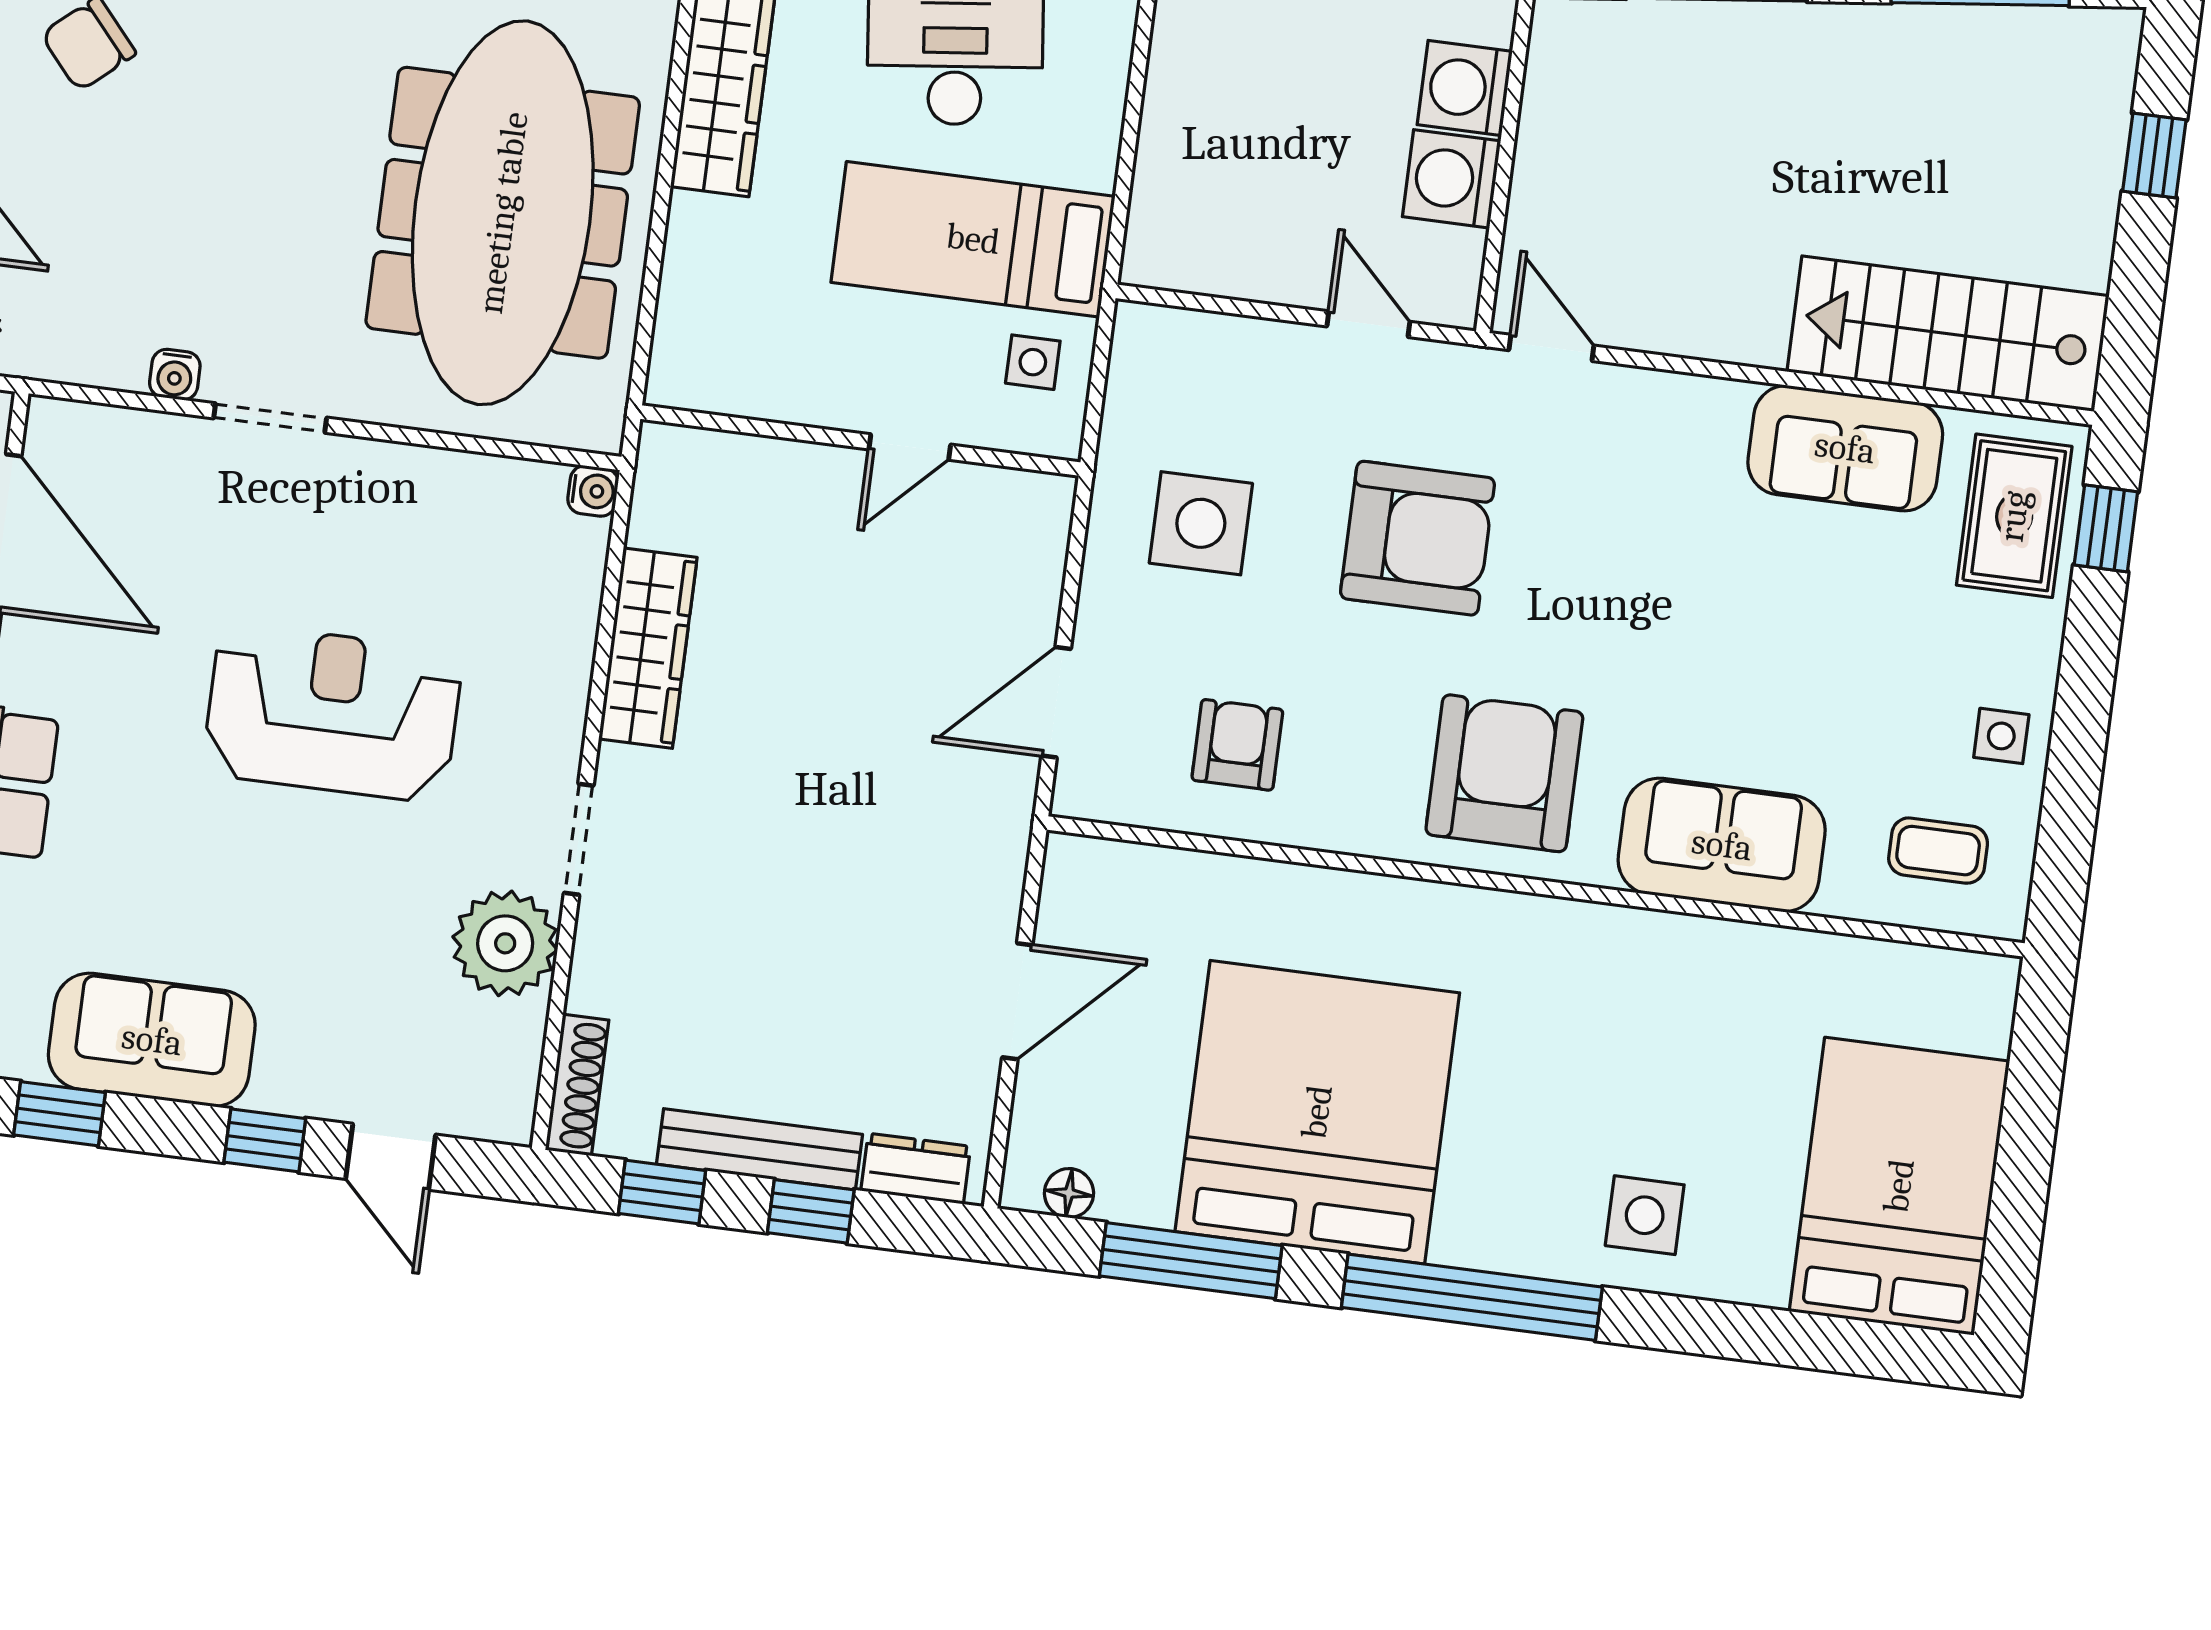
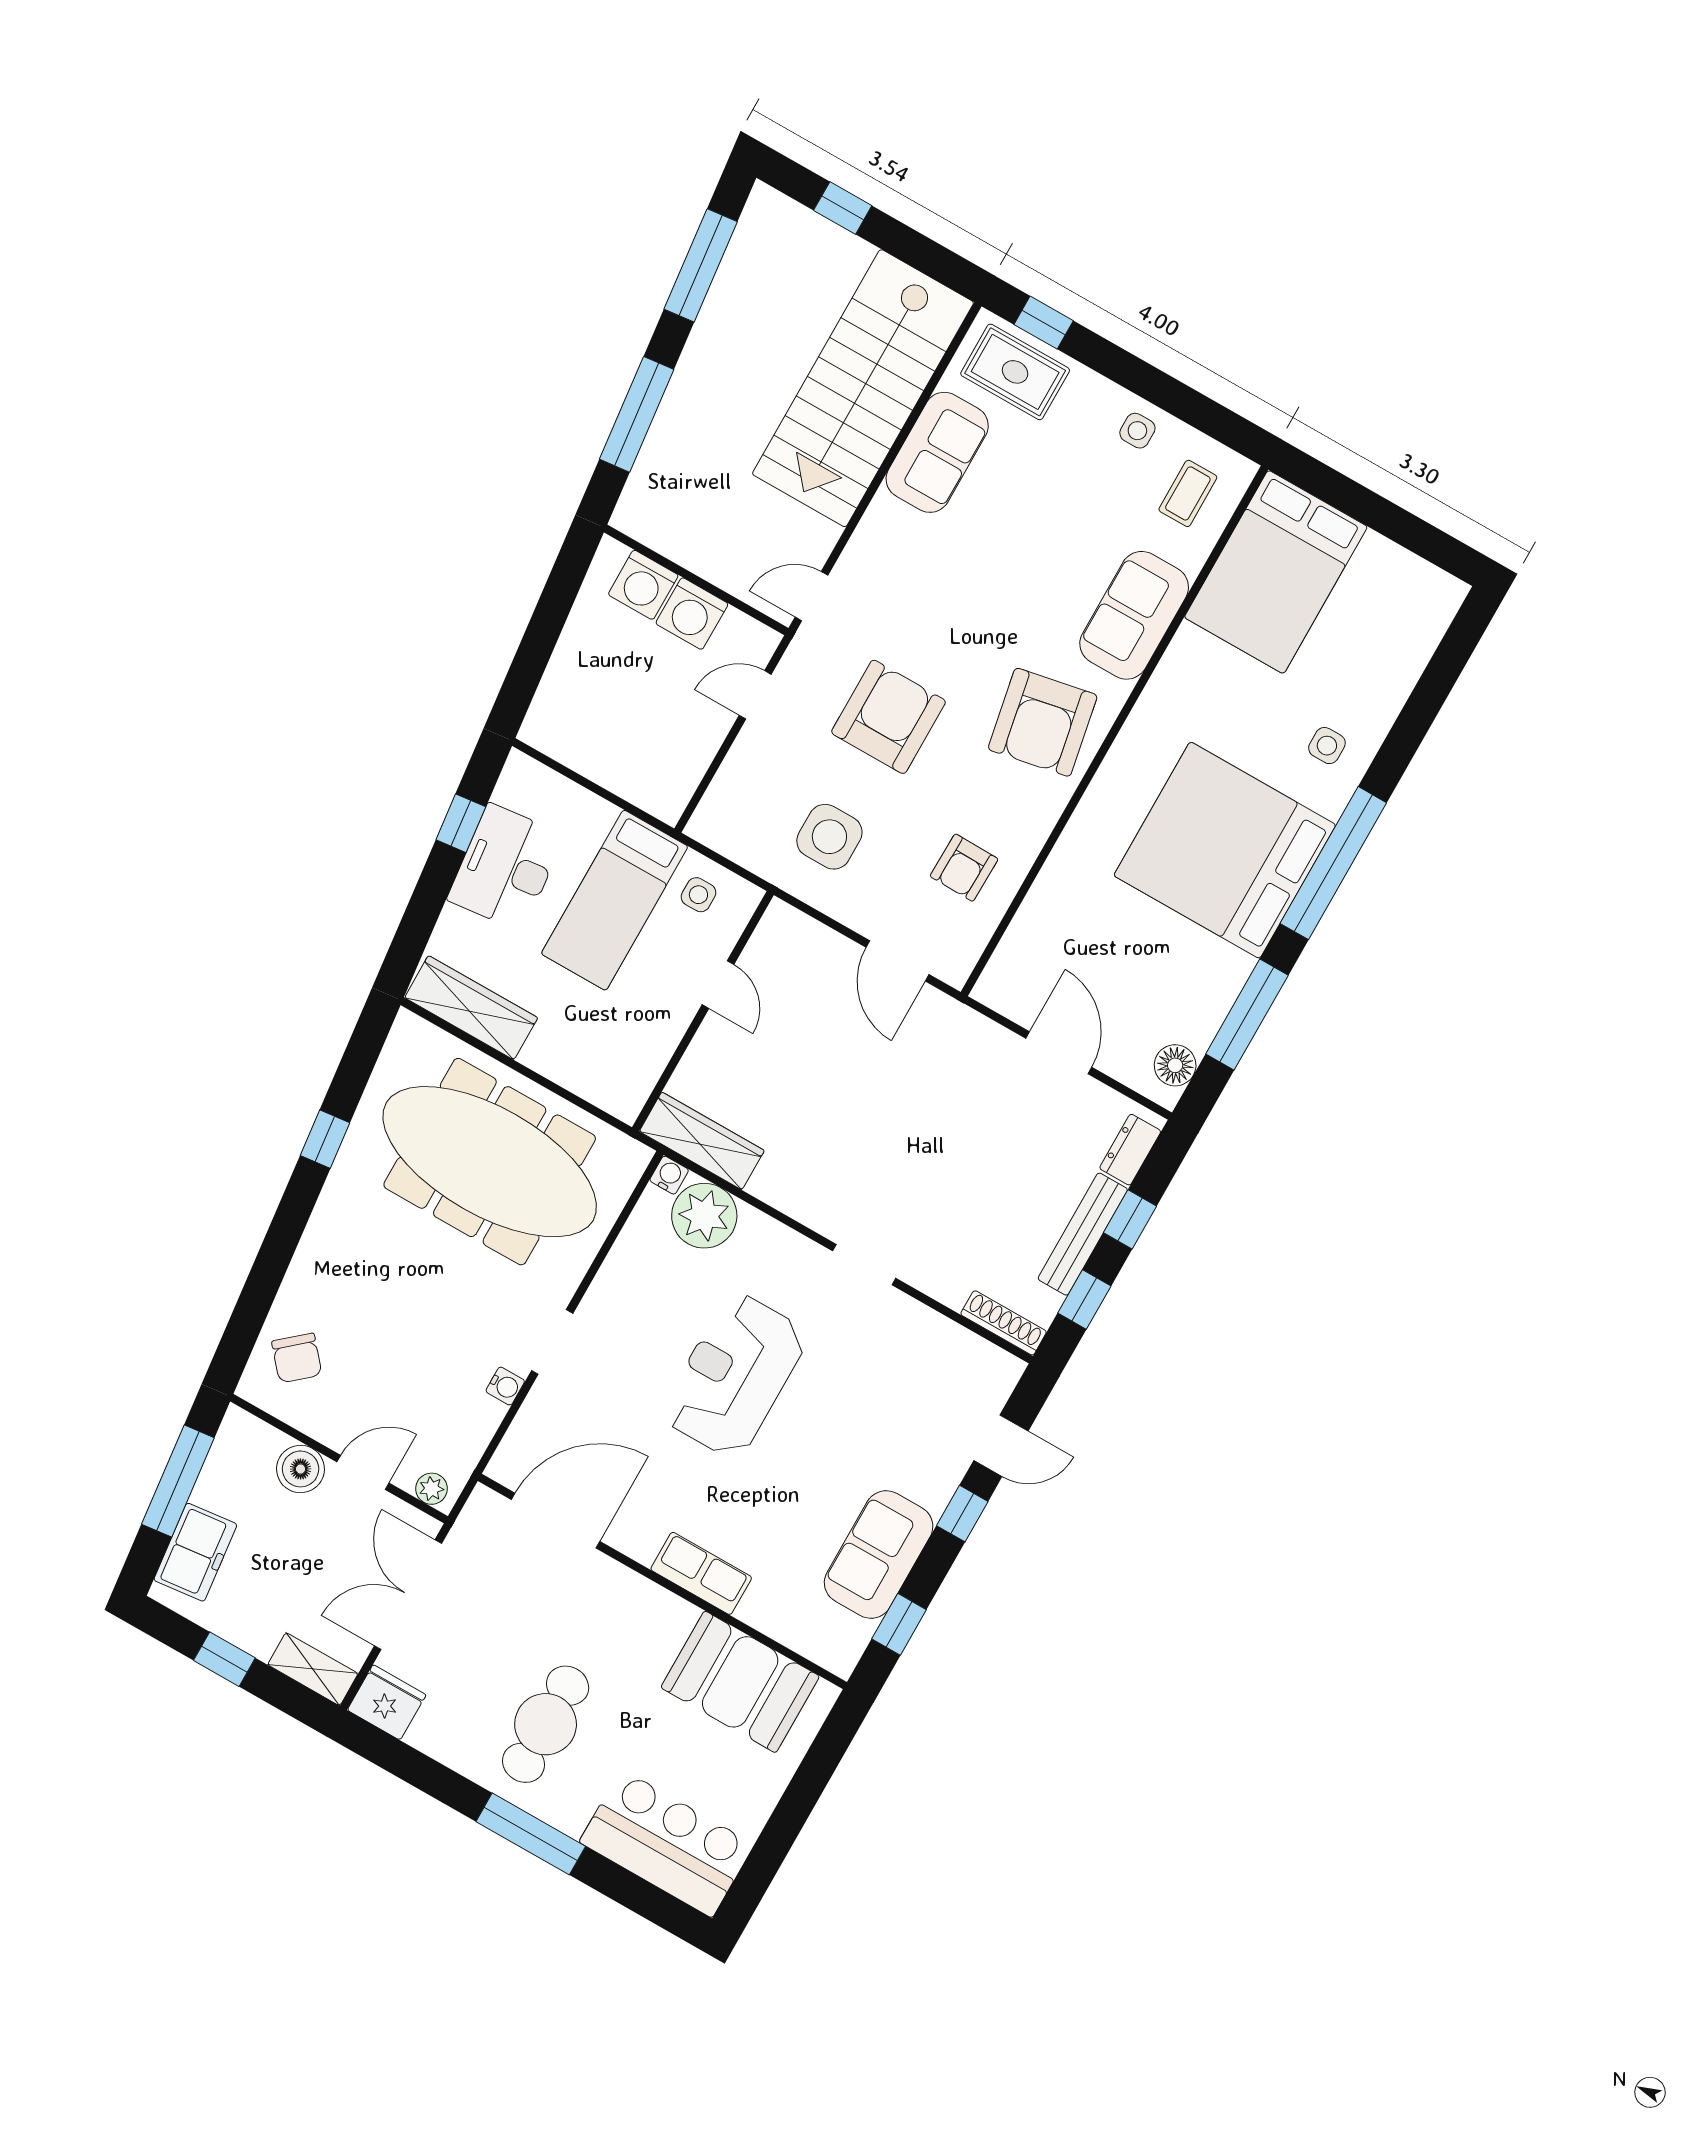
stairs: (1948, 334) -> (863, 388), width x1.36, depth x1.51
wardrobe: (648, 648) -> (702, 1141), moved
armchair: (1237, 745) -> (964, 868), turned -89
armchair: (1504, 773) -> (1043, 722), turned -101
plant: (505, 943) -> (704, 1216), moved
bed: (1317, 1112) -> (1225, 850), moved
bed: (1899, 1186) -> (1276, 572), moved, turned -90
floor lamp: (1069, 1193) -> (1175, 1065), width x1.37, depth x1.37
side table: (1645, 1215) -> (1327, 746), width x0.73, depth x0.73

